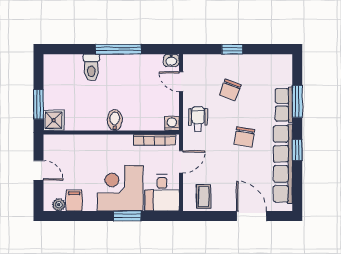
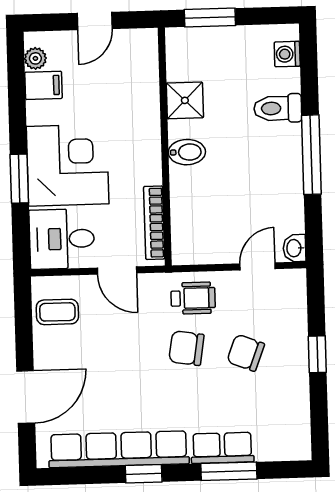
shower: (54, 120) -> (185, 100), moved
washing machine: (172, 123) -> (287, 54), moved, turned 180
chair: (245, 137) -> (186, 348), moved

